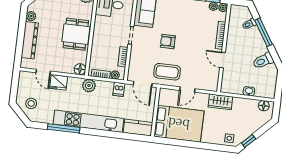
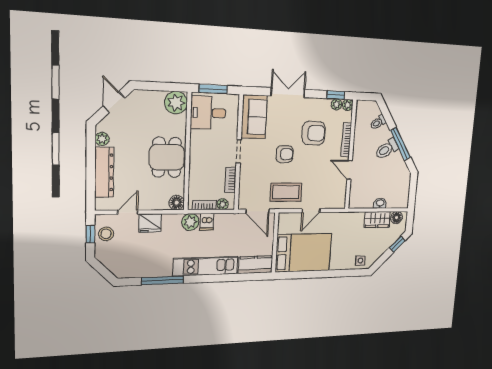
armchair: (193, 27) -> (314, 133), added
window: (264, 32) -> (400, 144), moved
armchair: (168, 41) -> (285, 154), turned 180
toilet: (263, 61) -> (387, 149), moved
door: (43, 72) -> (128, 212), swing flipped
window: (15, 85) -> (90, 234), added
dishwasher: (119, 89) -> (207, 222), moved
wardrobe: (220, 102) -> (377, 220), moved
stool: (31, 103) -> (106, 234), moved
kitchen unit: (89, 121) -> (206, 266), width x0.73
window: (249, 141) -> (397, 244), moved

